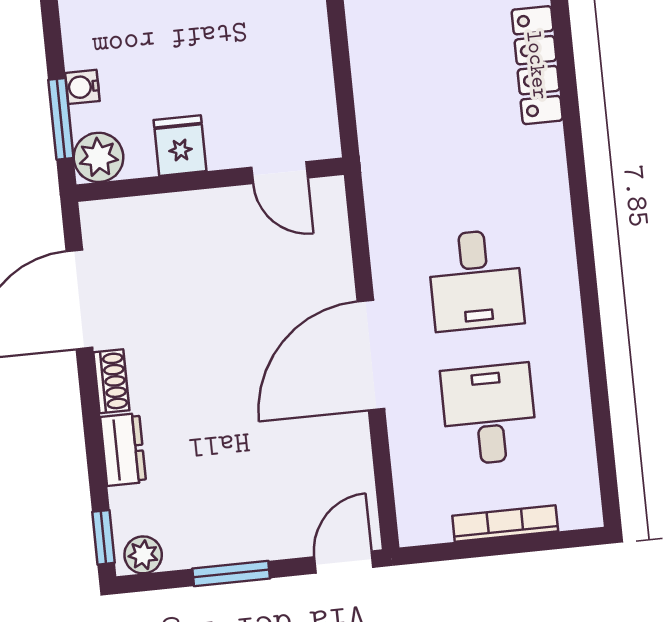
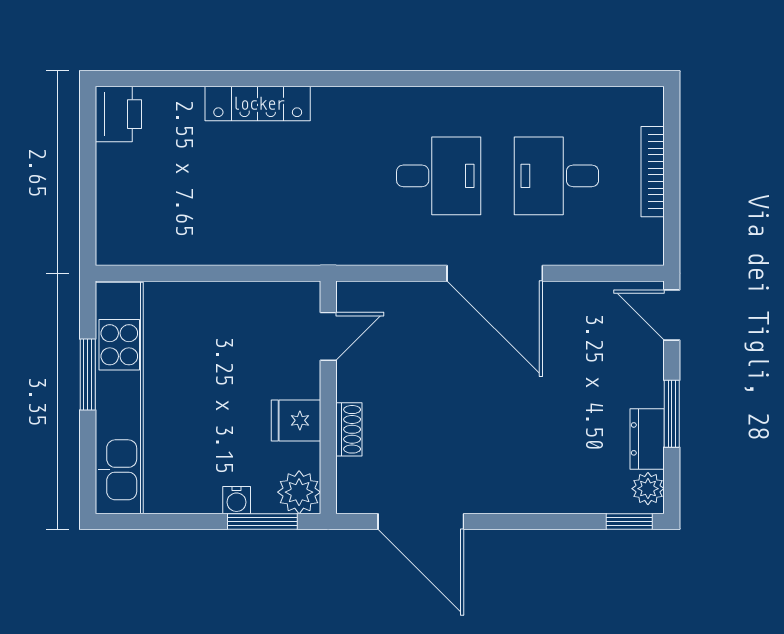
shoe rack: (111, 381) -> (349, 429), moved, turned 90
dresser: (123, 450) -> (647, 439), moved, turned -90

